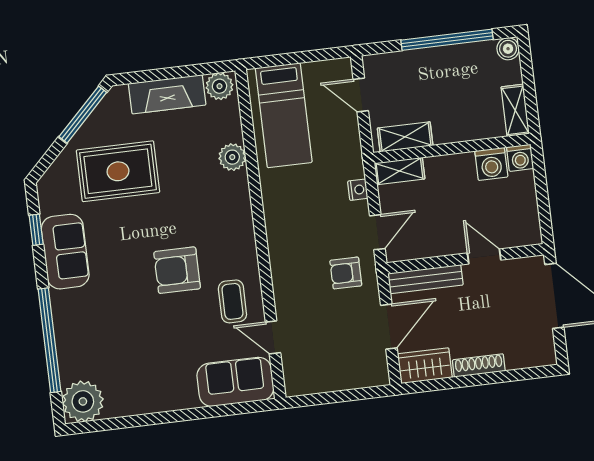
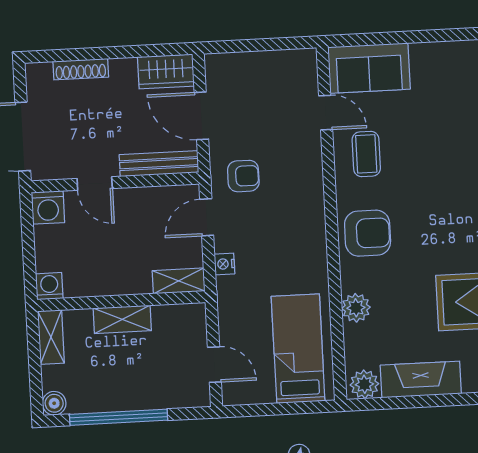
shelving: (405, 137) -> (122, 319), moved
washing machine: (491, 164) -> (48, 207), moved, turned 180
armchair: (177, 270) -> (368, 233), moved
door: (389, 327) -> (201, 116), hinge flipped
shoe rack: (479, 365) -> (81, 69), moved

